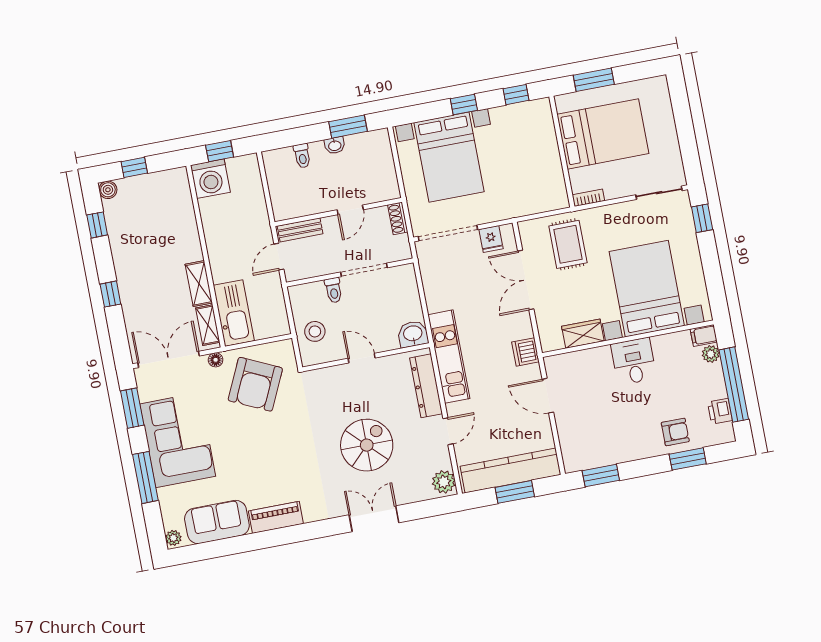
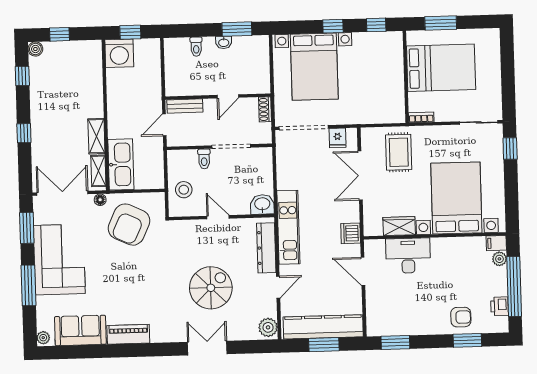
desk: (634, 361) -> (408, 256), moved, width x1.37

